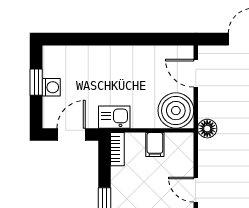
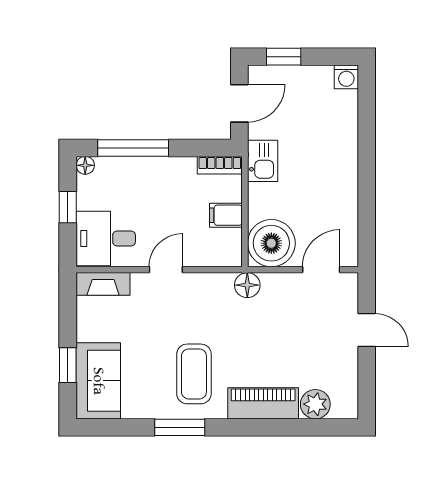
window: (36, 82) -> (284, 57), moved
washing machine: (51, 87) -> (346, 77), moved
door: (71, 135) -> (239, 103), hinge flipped

